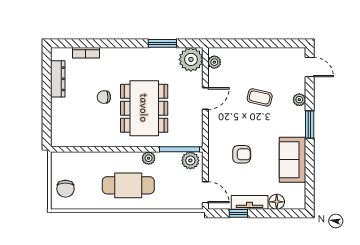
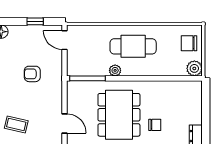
door: (205, 99) -> (65, 123), swing flipped
plant: (190, 160) -> (194, 68), moved
chair: (65, 189) -> (189, 43), turned -90
tv unit: (250, 202) -> (25, 31), removed

